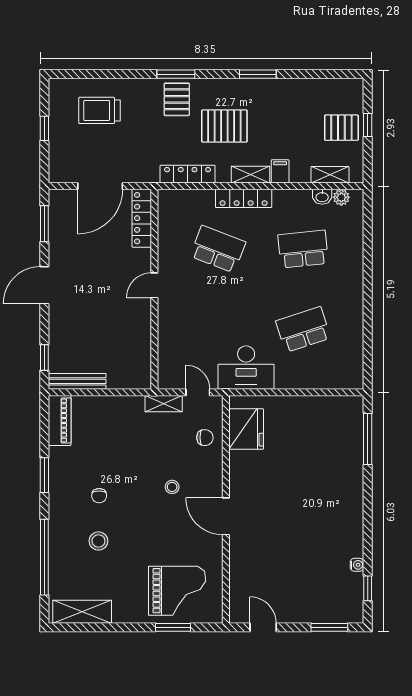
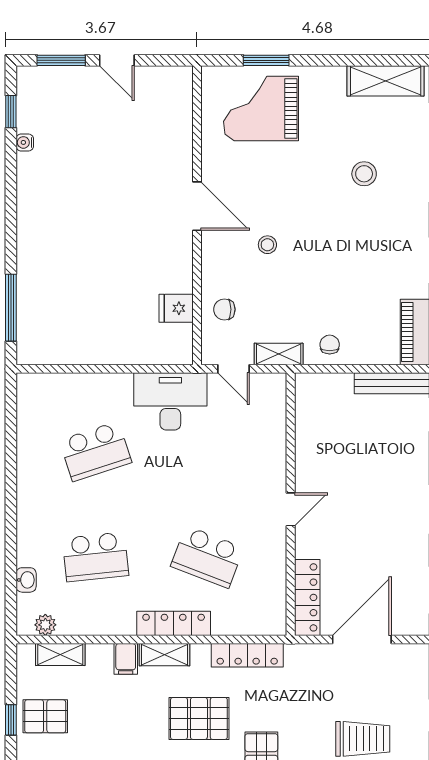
washbasin: (322, 197) -> (26, 580), moved, turned 90
fridge: (246, 429) -> (176, 308), width x0.53, depth x0.75
chair: (99, 496) -> (330, 345), moved
door: (263, 627) -> (117, 60), moved

